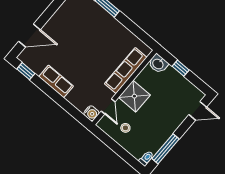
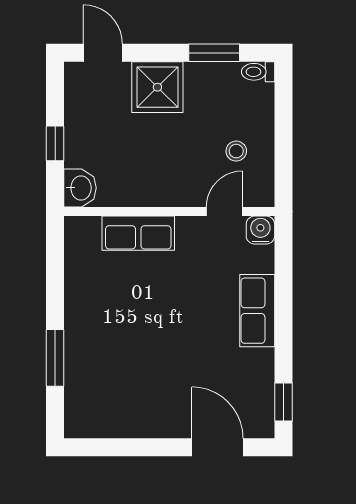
row of seats: (126, 71) -> (138, 233), width x0.68
row of seats: (56, 81) -> (257, 311), moved
shower: (134, 96) -> (157, 87), moved
window: (165, 149) -> (214, 53), width x0.69

